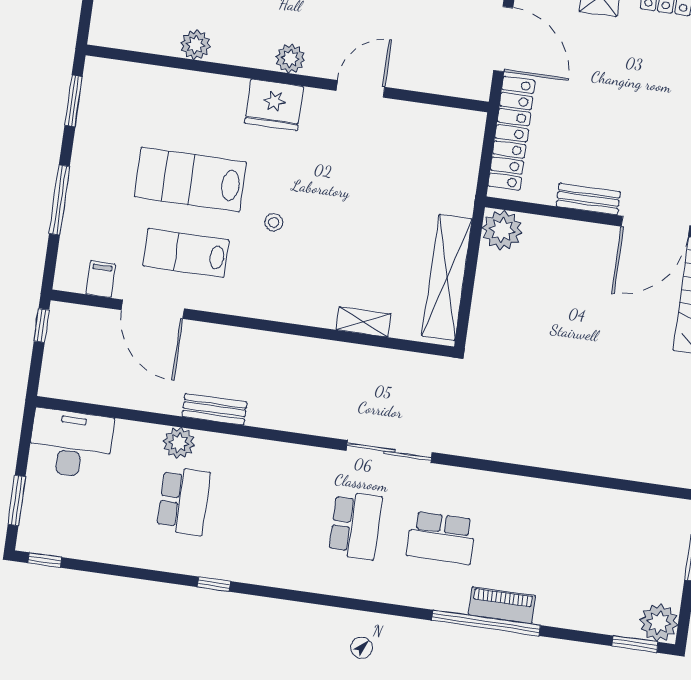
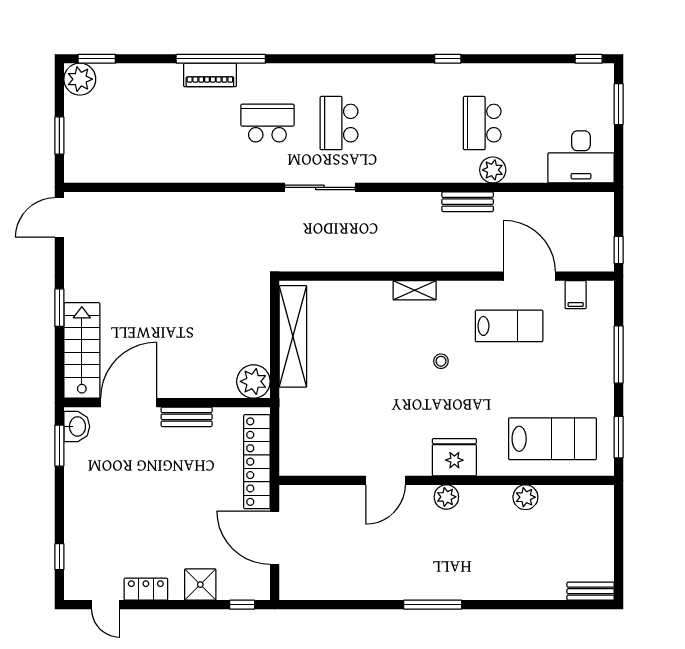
lab bench: (190, 180) -> (553, 439), moved
shelving: (363, 322) -> (415, 290), moved

